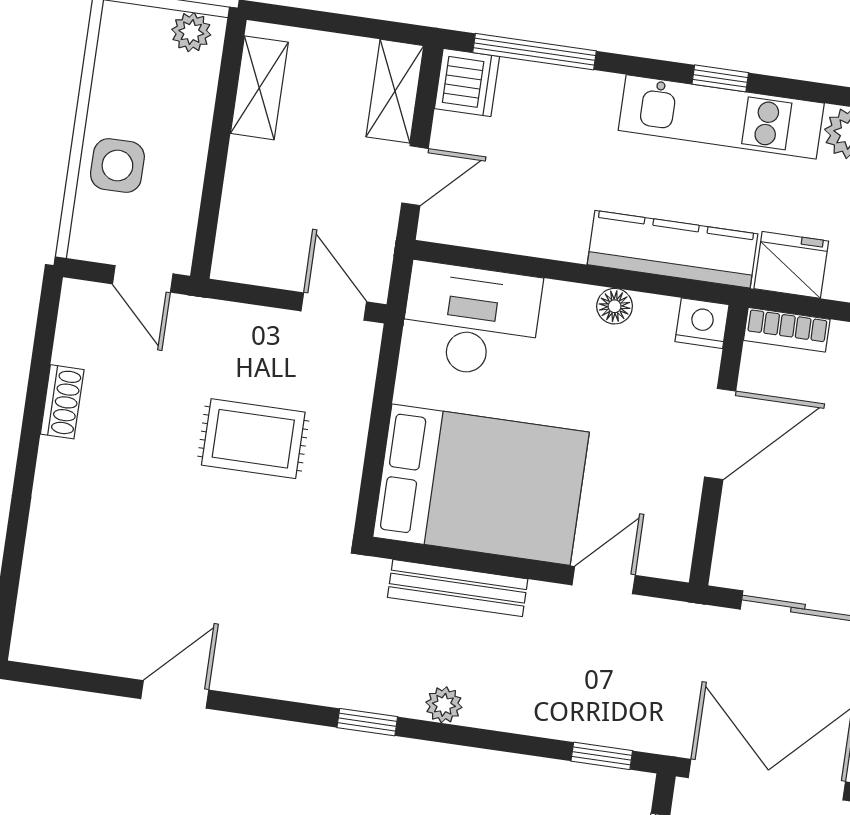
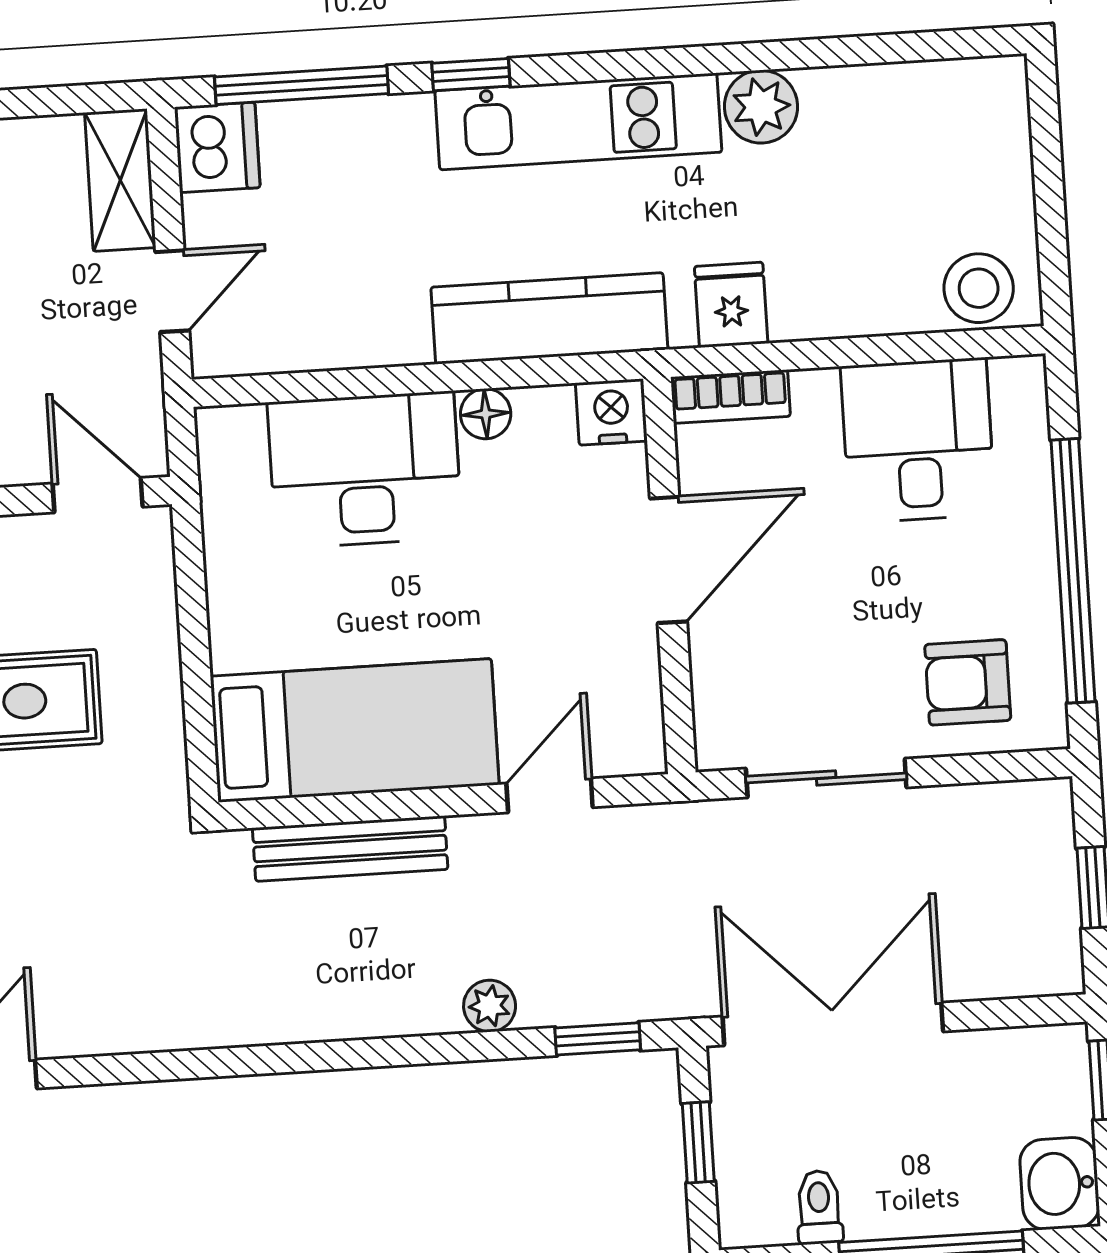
window: (720, 78) -> (471, 75), moved
fridge: (791, 265) -> (731, 305), width x0.72
desk: (471, 320) -> (365, 470), moved
bed: (481, 485) -> (355, 730), width x0.67
plant: (444, 705) -> (490, 1006), moved
window: (367, 722) -> (264, 1060), removed

